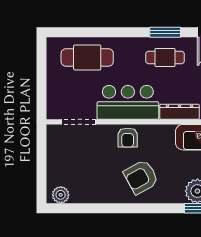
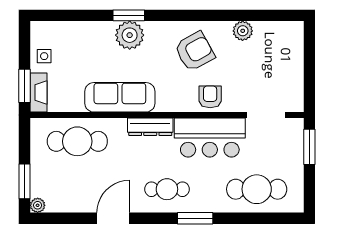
window: (165, 32) -> (195, 218), moved
window: (42, 94) -> (309, 147), added
plant: (61, 195) -> (243, 31), moved

